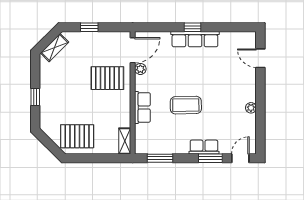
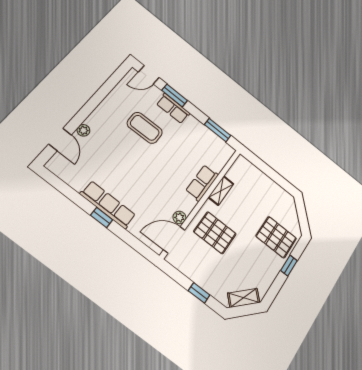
coffee table: (186, 105) -> (145, 128), moved
plant: (251, 108) -> (83, 130), moved
pallet: (77, 136) -> (276, 237), moved
shelving: (125, 141) -> (221, 191), moved

